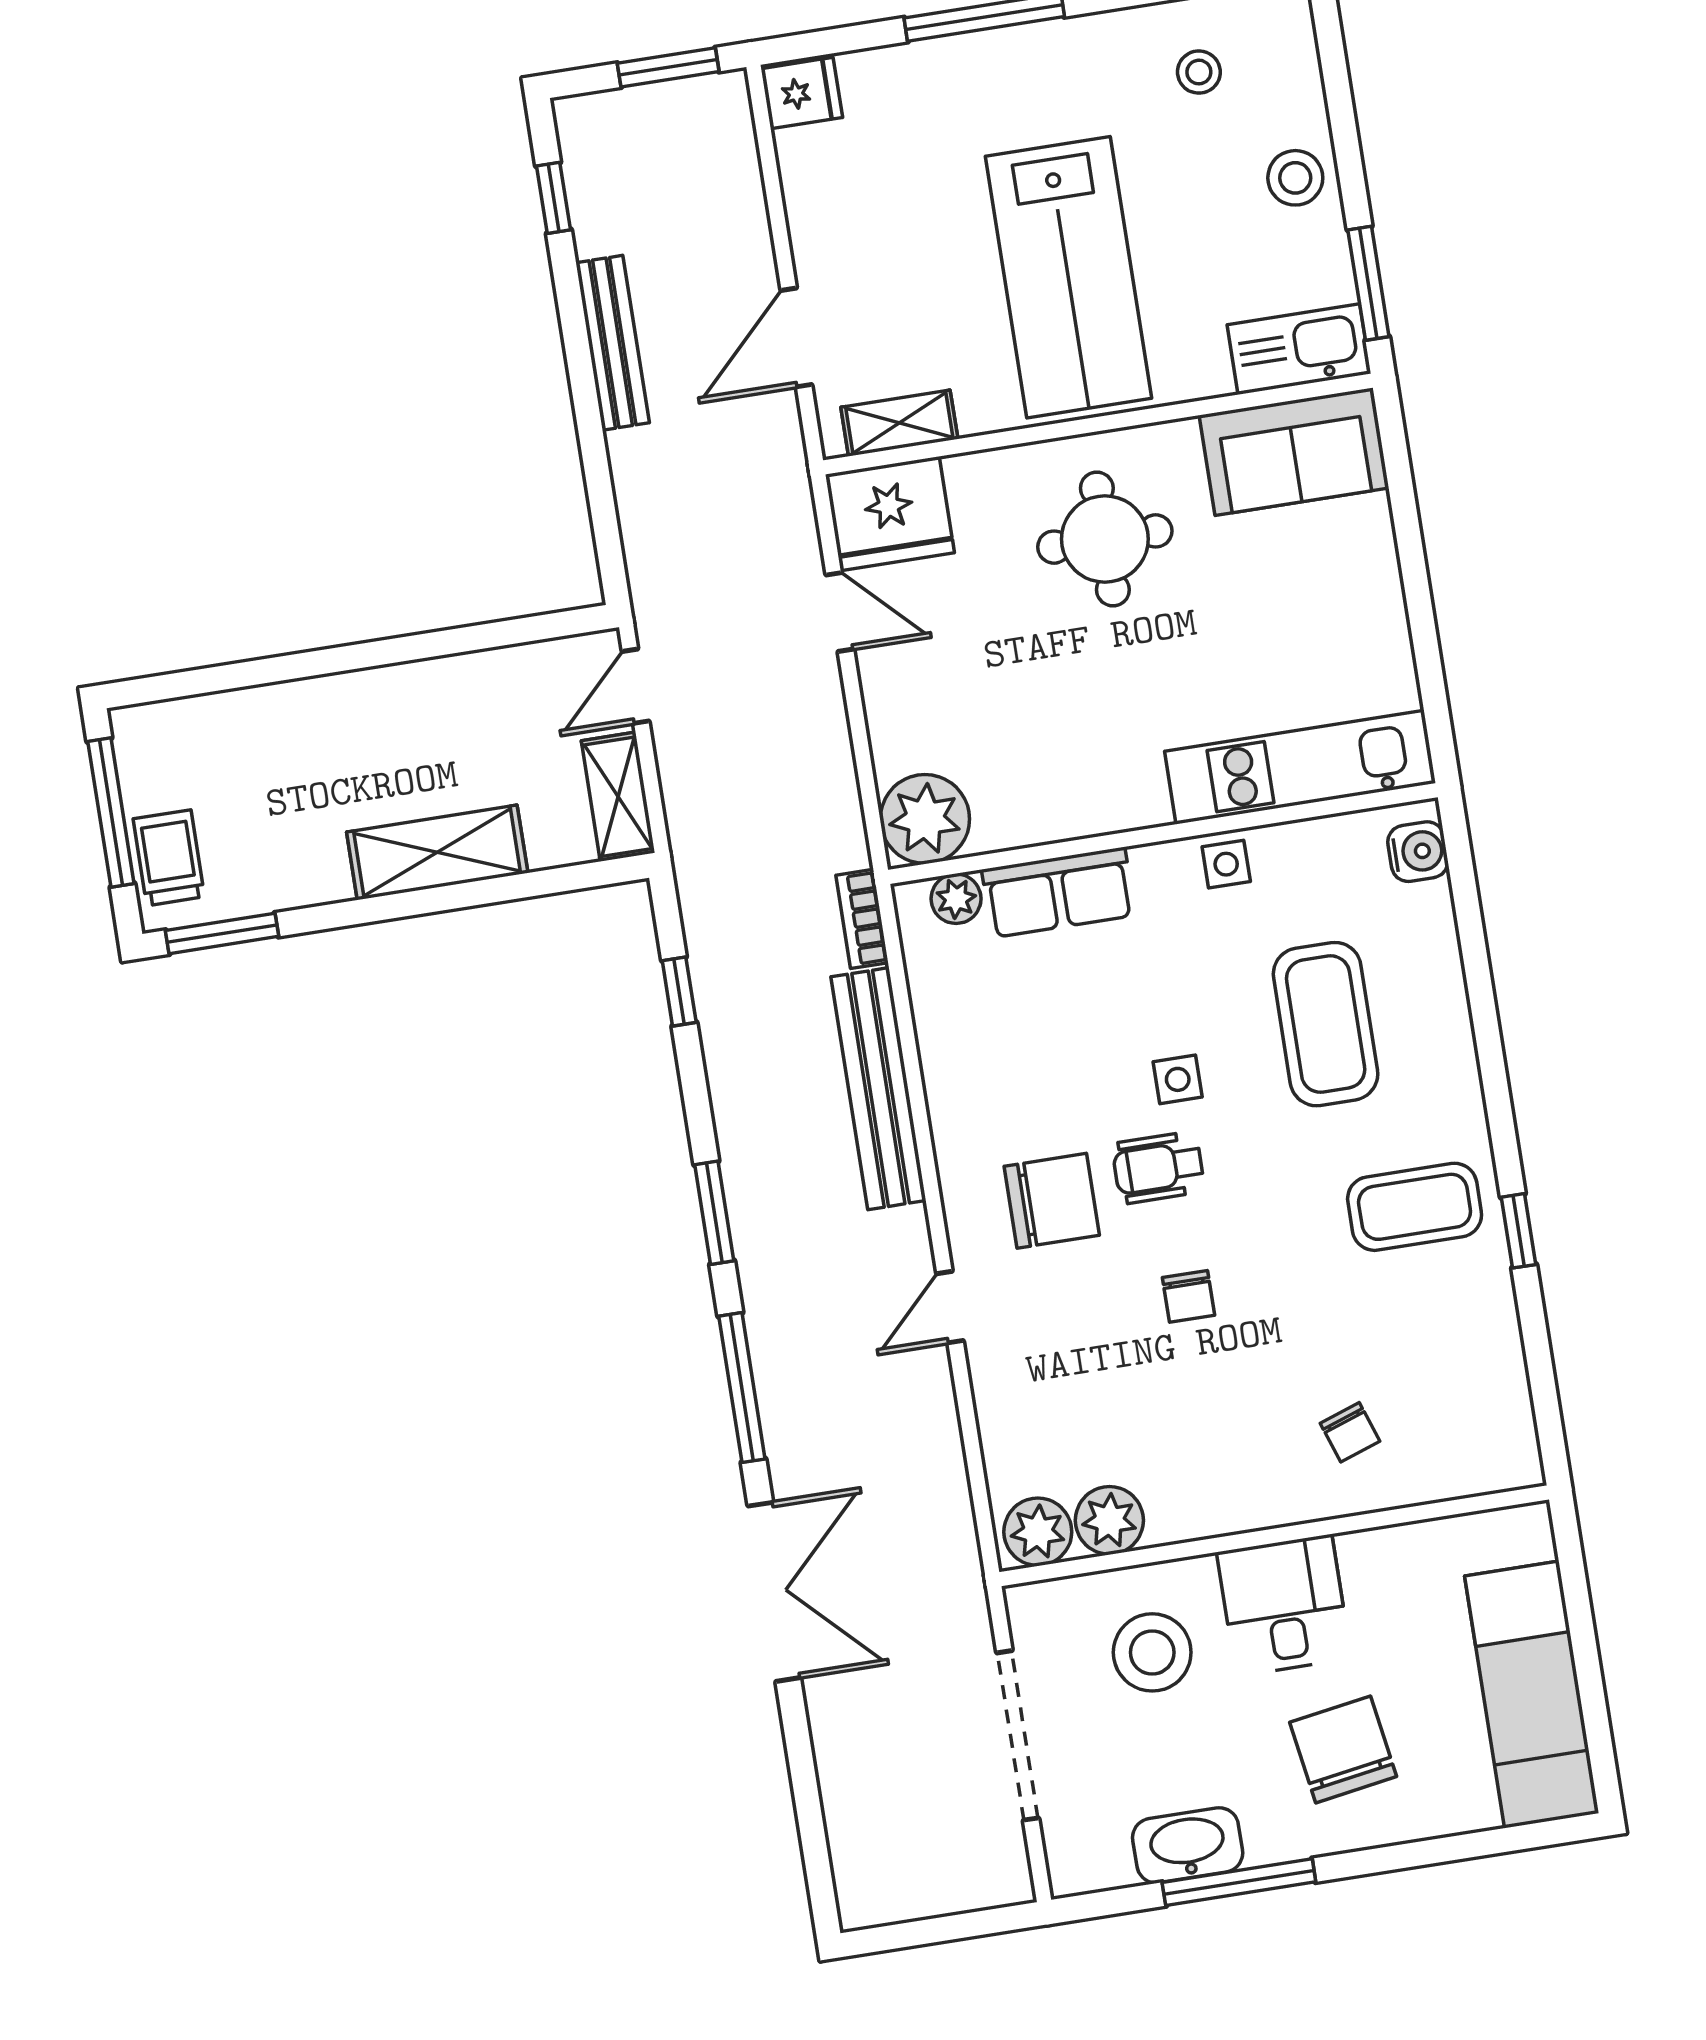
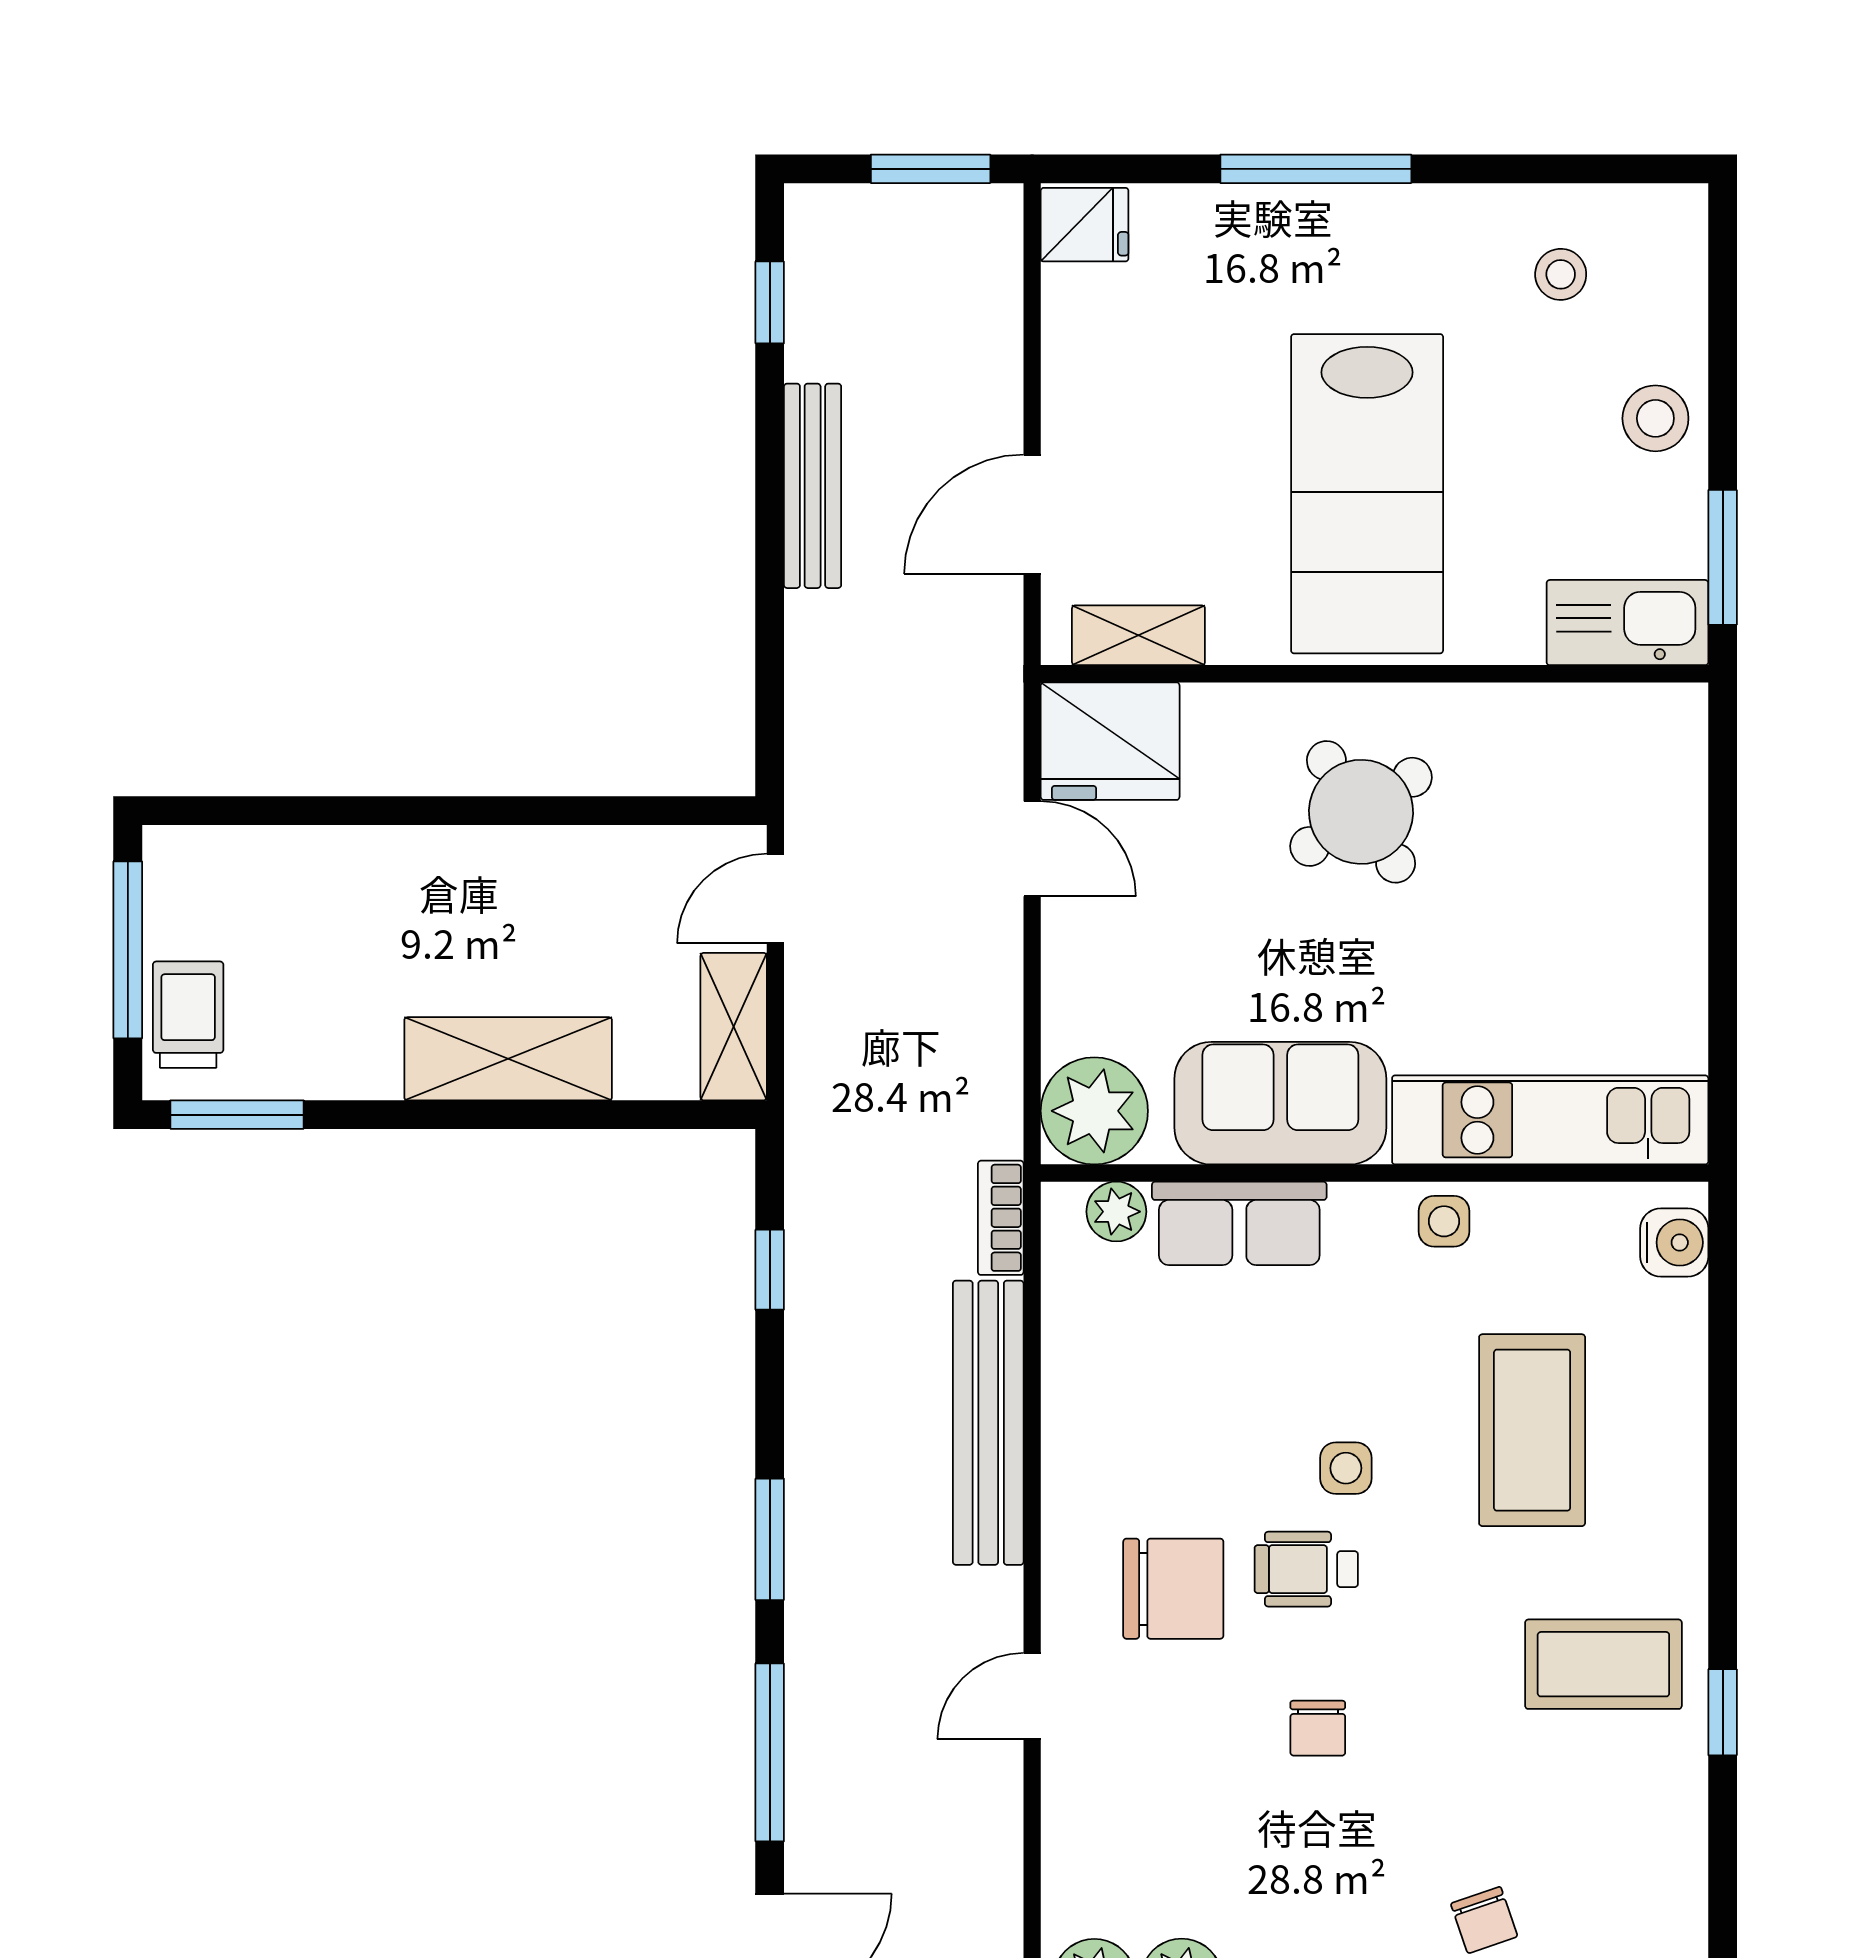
sofa: (1294, 452) -> (1280, 1103), moved, turned 180
round table: (1105, 539) -> (1361, 812), turned -34

